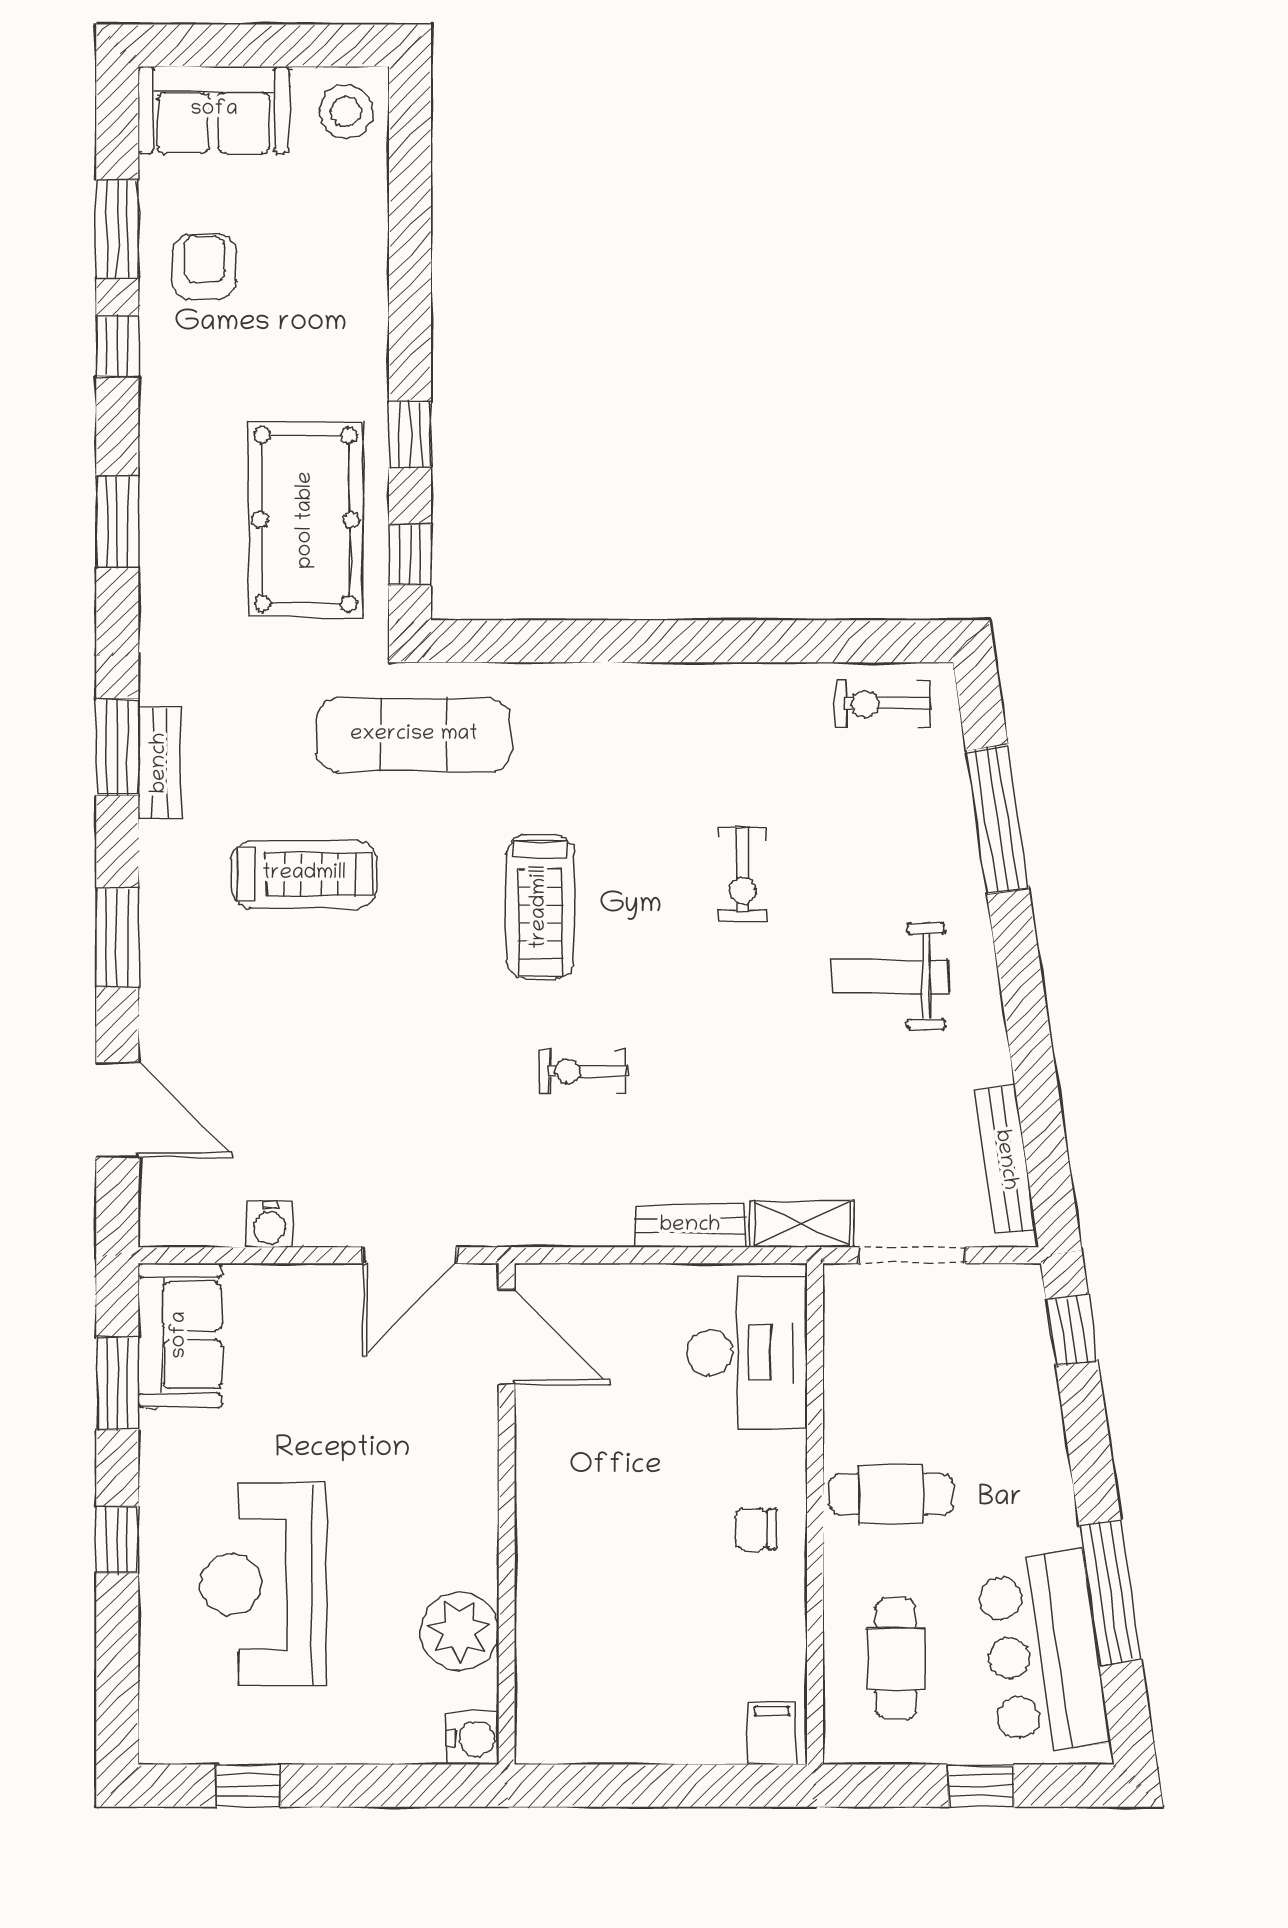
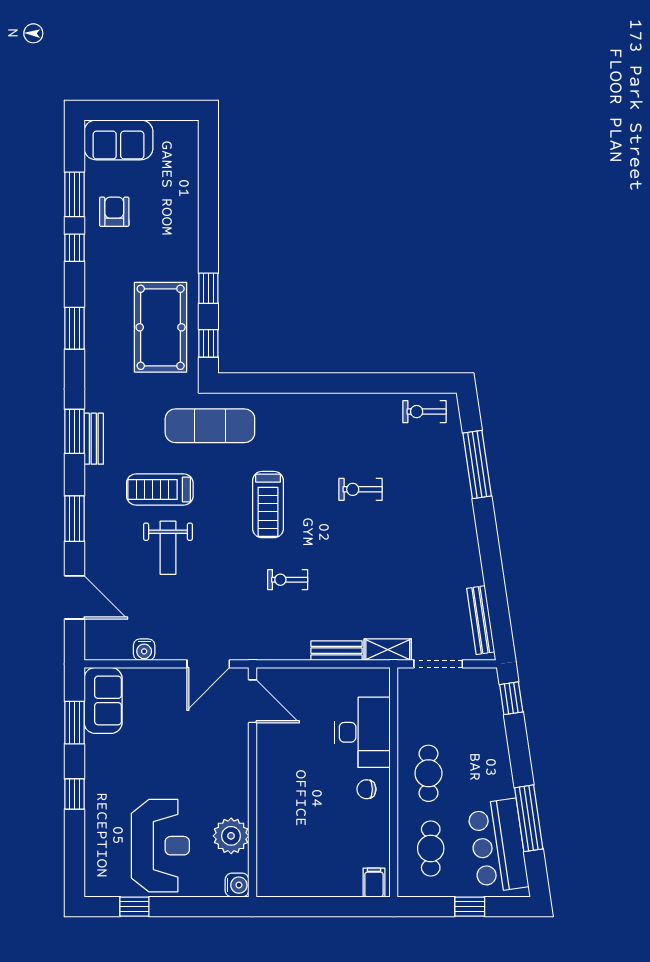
stool: (346, 112) -> (179, 141), removed
treadmill: (304, 874) -> (160, 490), turned 180
exercise bike: (742, 874) -> (360, 489), turned 90
weight bench: (891, 976) -> (168, 548), moved, turned -90
desk: (747, 1353) -> (362, 732), moved
cafe table: (891, 1494) -> (428, 773), turned 90
reception desk: (264, 1584) -> (160, 846), moved, turned 180

